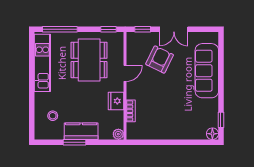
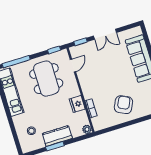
armchair: (160, 60) -> (124, 105), moved
door: (125, 73) -> (73, 66), moved

